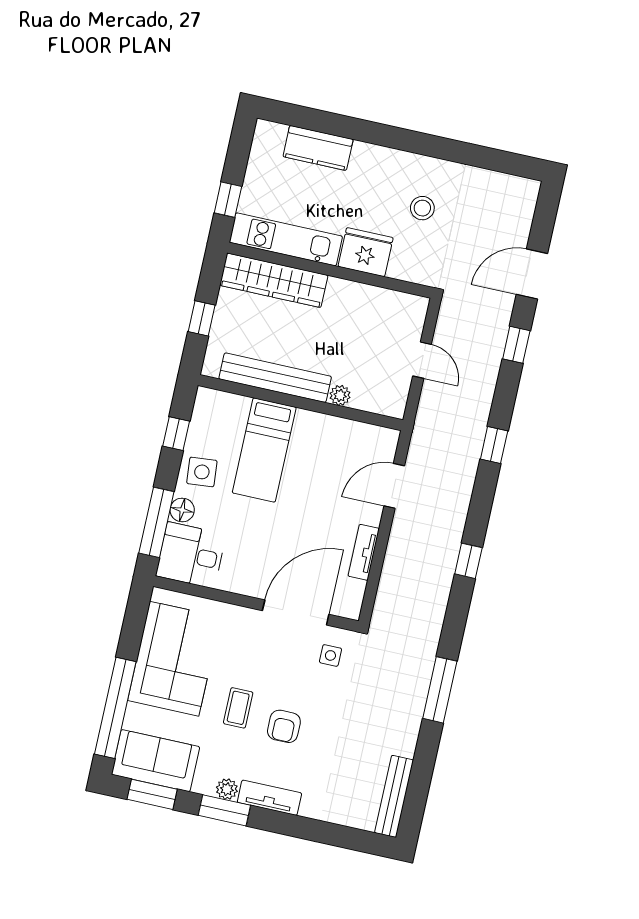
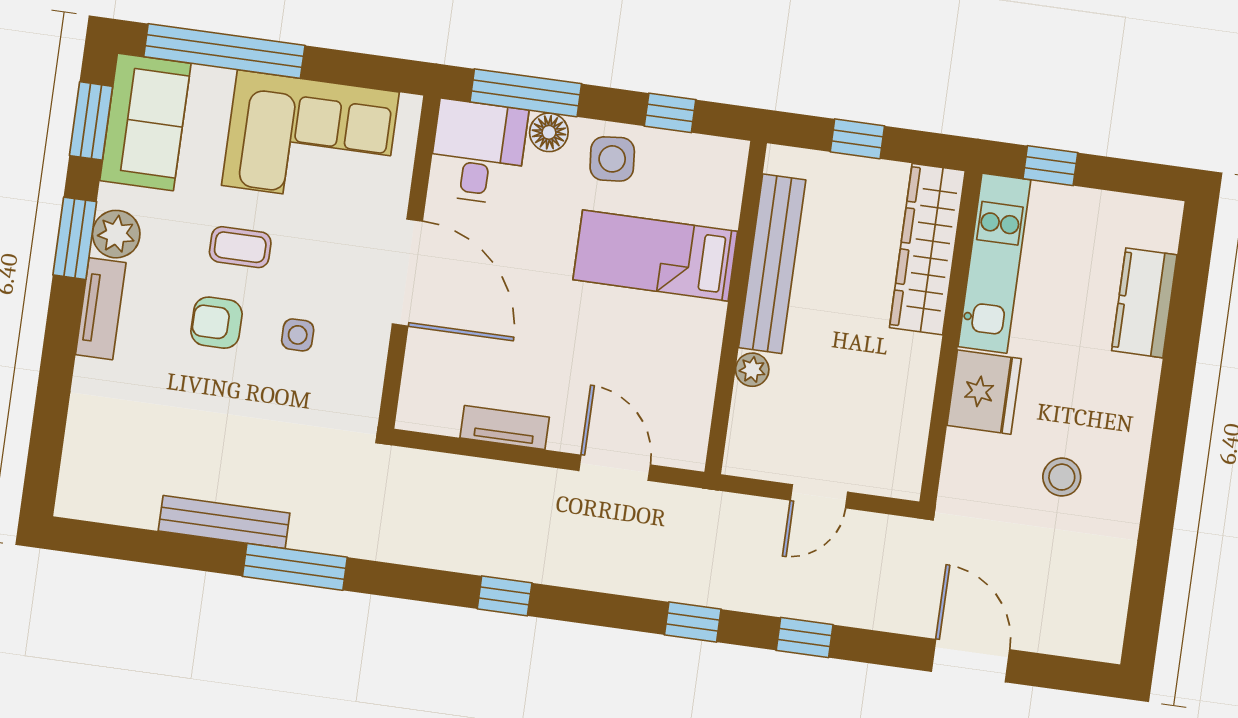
window: (516, 345) -> (805, 638), moved
door: (296, 613) -> (407, 273), moved
side table: (330, 655) -> (298, 335), moved
plant: (227, 789) -> (116, 234), width x1.38, depth x1.38
bench: (394, 796) -> (224, 522), moved

